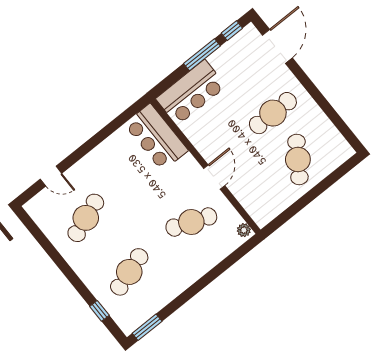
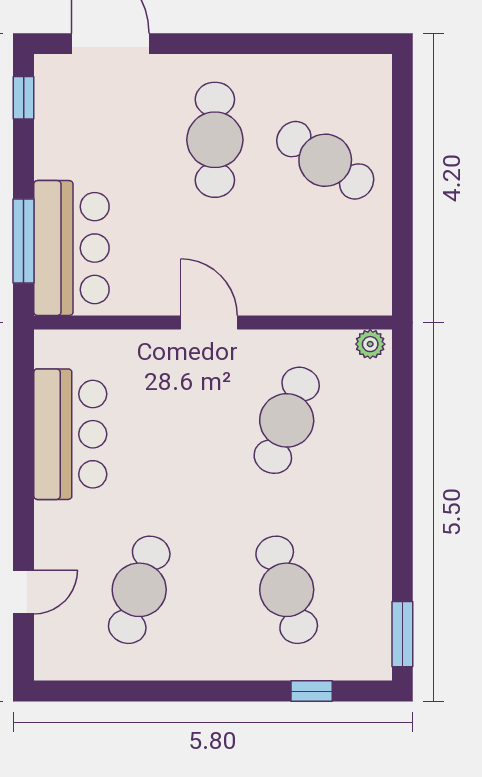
window: (202, 55) -> (24, 241), moved
bar counter: (156, 137) -> (70, 434), moved, turned -90
door: (214, 177) -> (209, 323), moved
cafe table: (86, 218) -> (139, 590), turned 39

